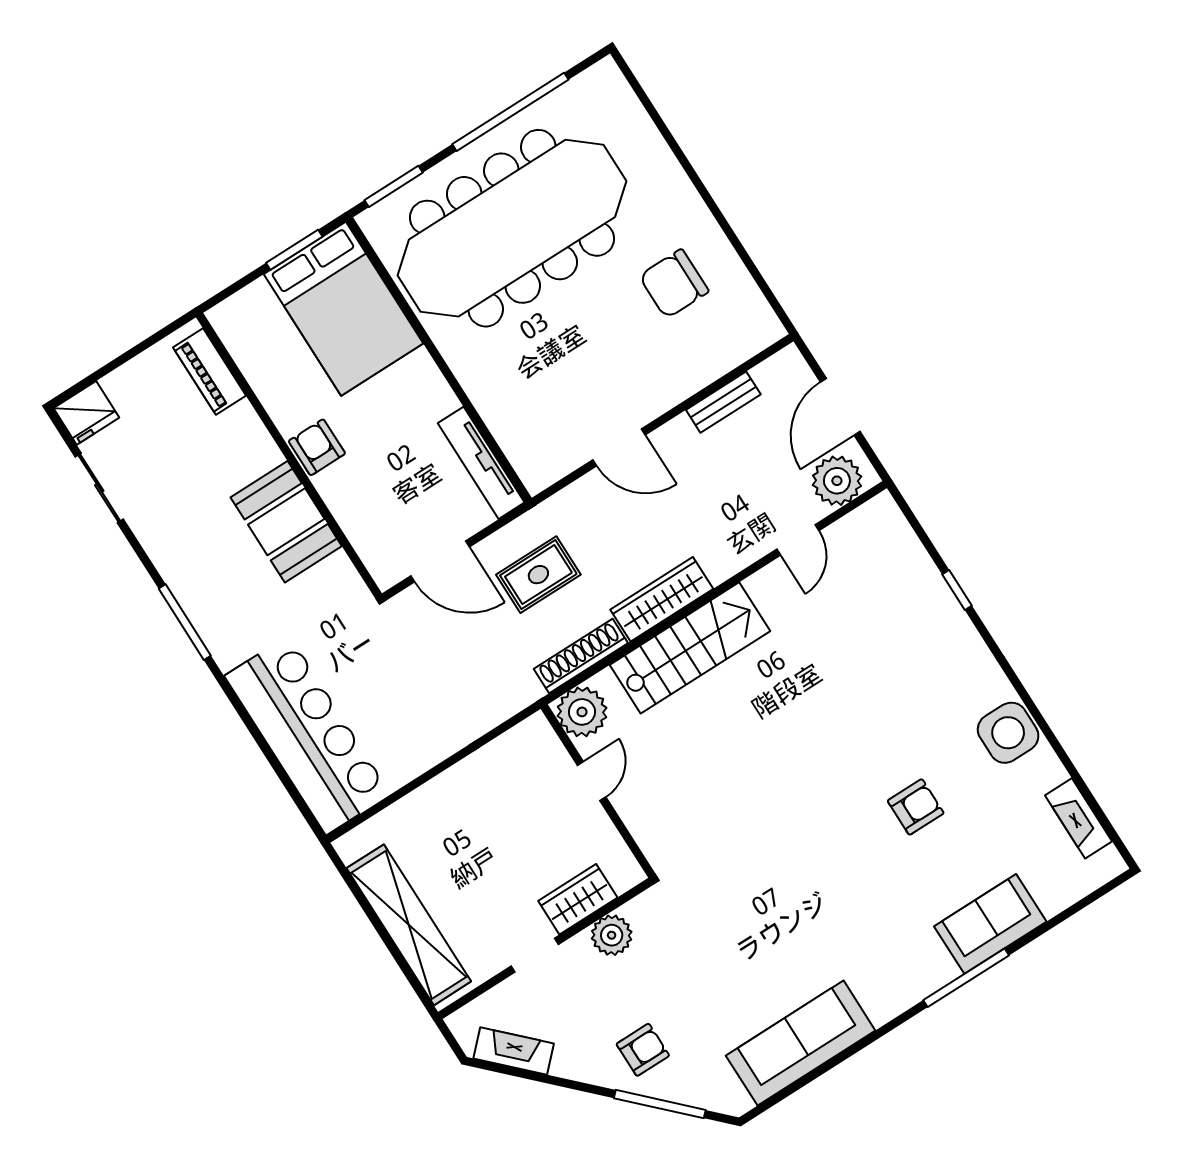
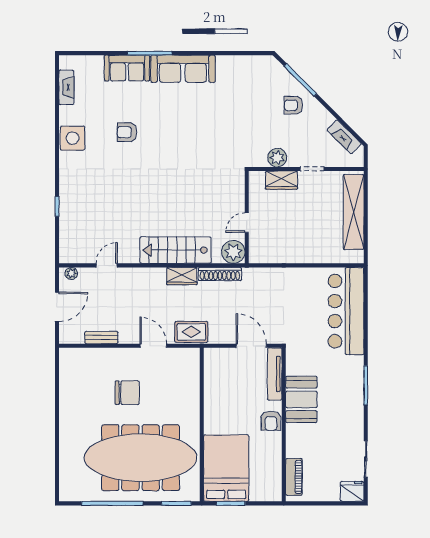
chair: (674, 284) -> (127, 393), moved
tv unit: (481, 463) -> (275, 374), moved, turned 180
plant: (837, 481) -> (71, 273), width x0.53, depth x0.53
rug: (538, 575) -> (191, 332), moved
wardrobe: (662, 599) -> (182, 276), width x0.67
sofa: (801, 1043) -> (183, 69), moved

